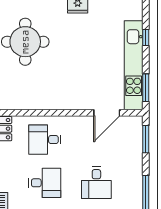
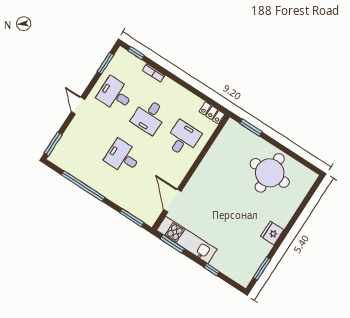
kitchen unit: (134, 65) -> (187, 240), width x0.73

